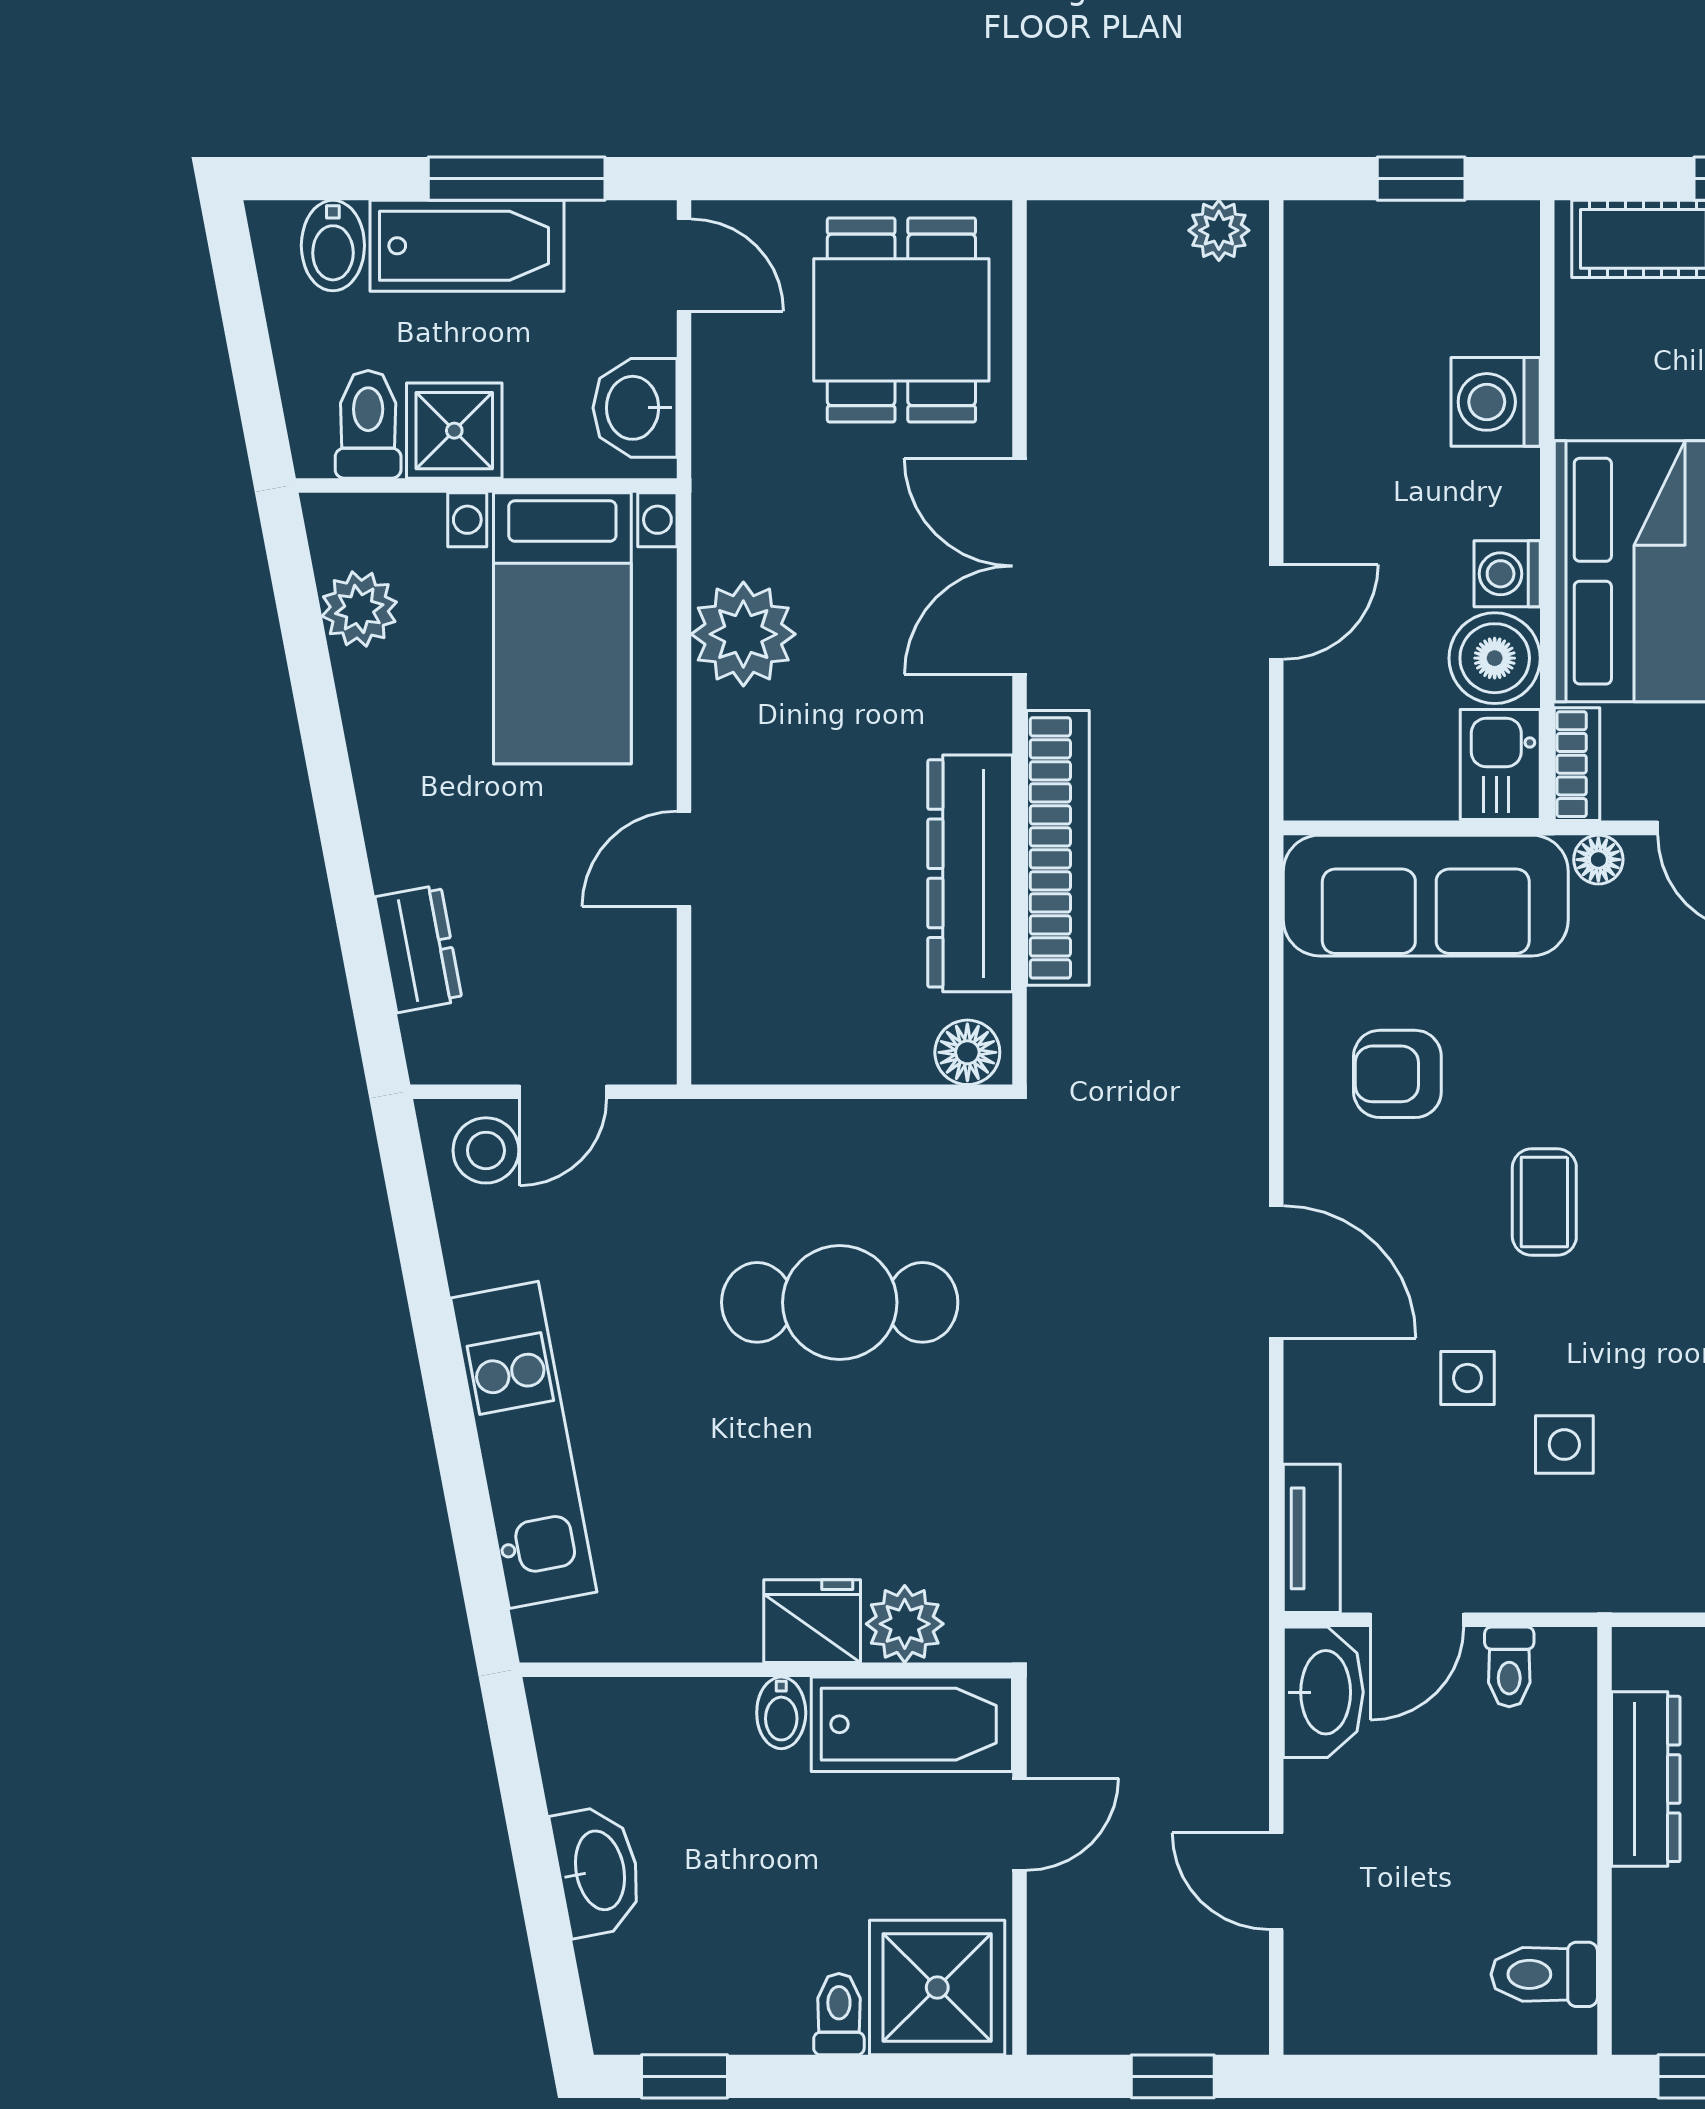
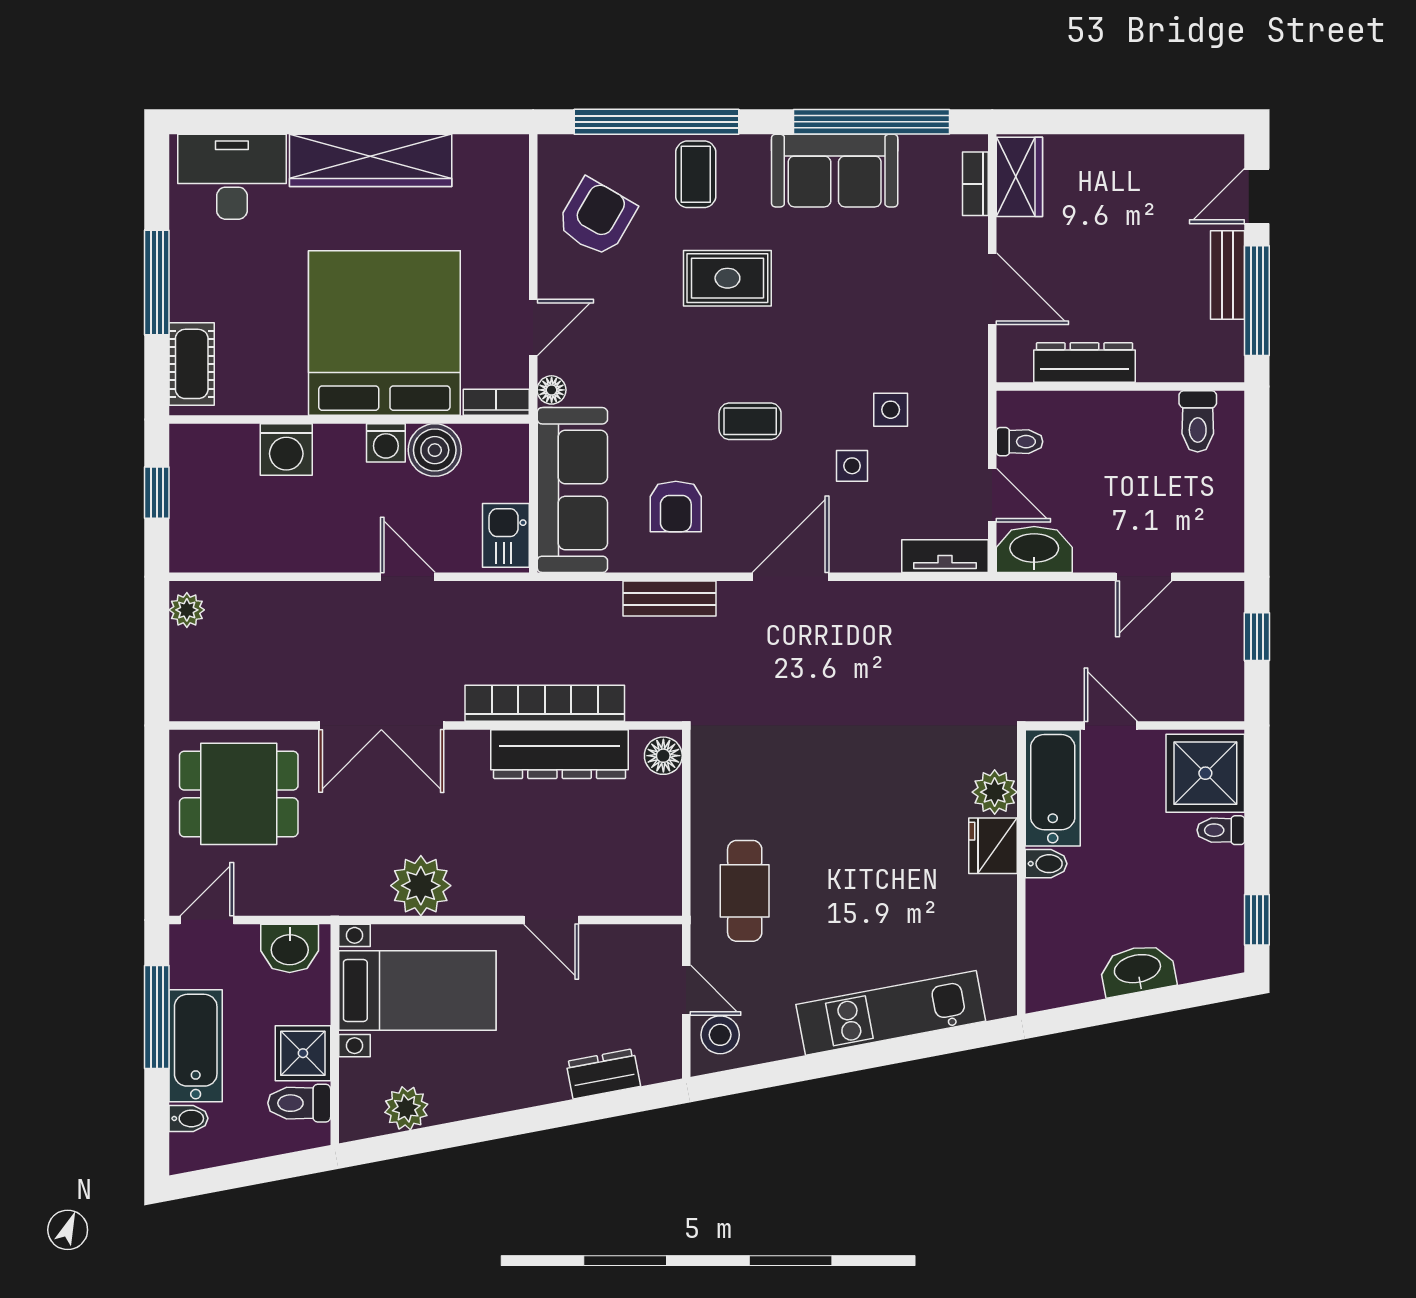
bidet: (333, 246) -> (189, 1118), width x0.72, depth x0.74
kitchen sink: (1500, 765) -> (506, 535), moved, turned 90
bench: (1239, 1063) -> (669, 599), added
cafe table: (840, 1302) -> (745, 891), moved, width x0.73, depth x0.74

